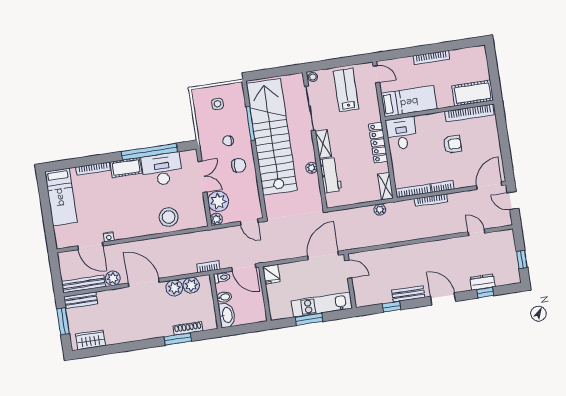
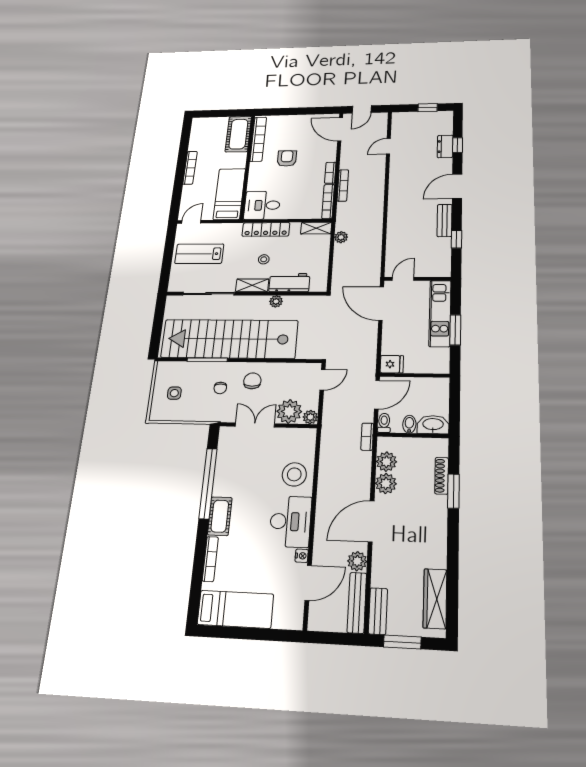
stool: (313, 77) -> (264, 259), moved
desk: (162, 169) -> (290, 522), moved, turned 180
wardrobe: (90, 340) -> (435, 599), width x1.50

